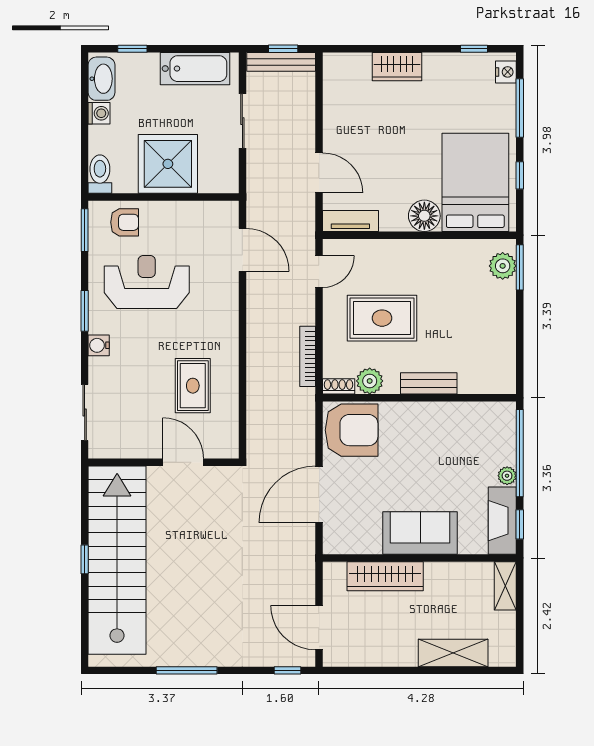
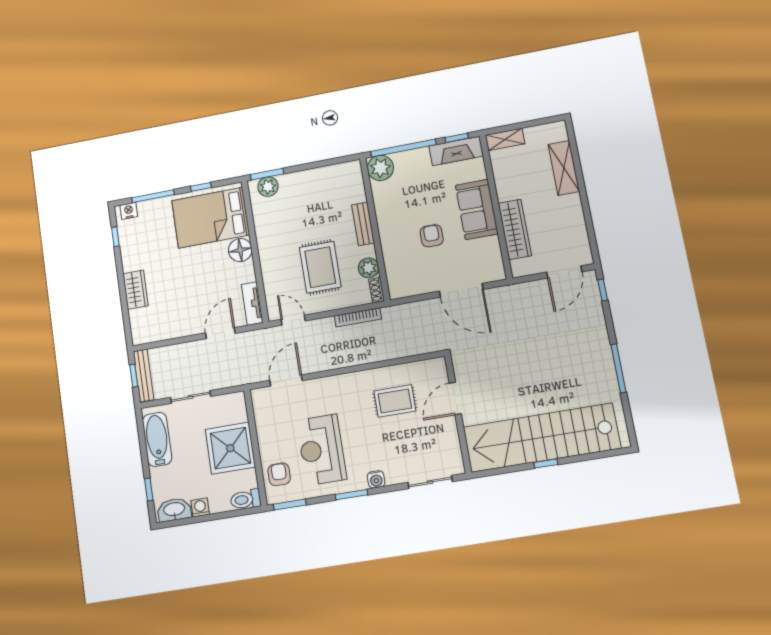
armchair: (352, 430) -> (432, 236), moved, width x0.53, depth x0.53
plant: (507, 476) -> (380, 168), moved, width x1.88, depth x1.88

